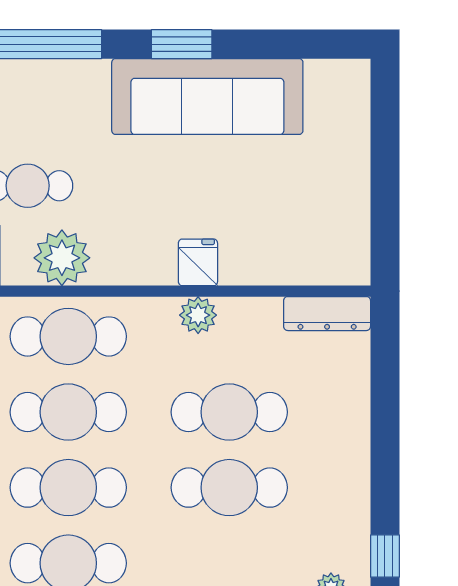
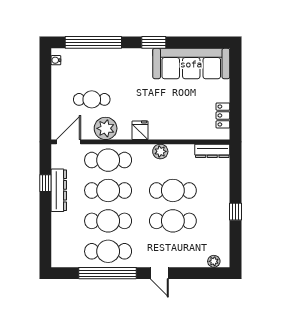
sofa: (207, 96) -> (191, 64), moved
locker: (354, 226) -> (223, 115), added
fridge: (198, 262) -> (140, 130), moved
window: (385, 556) -> (236, 212), moved

